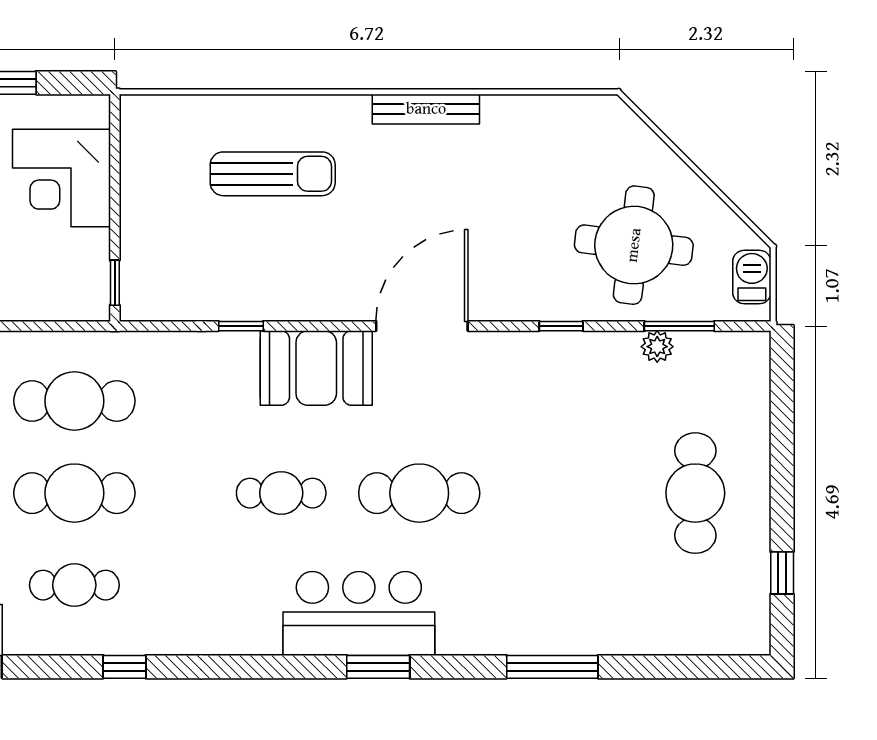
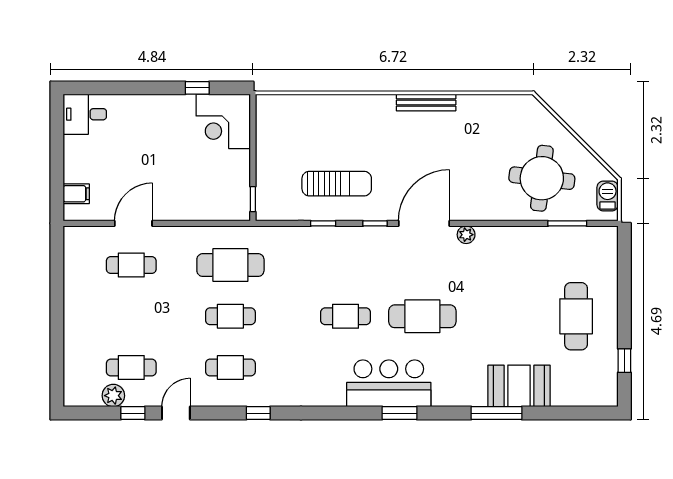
sun lounger: (273, 174) -> (337, 184), moved
corner desk: (61, 178) -> (223, 121), moved
window: (561, 326) -> (375, 223), moved
plant: (657, 347) -> (466, 235), moved
booth: (316, 368) -> (519, 386), moved
cafe table: (74, 493) -> (230, 316), width x0.73, depth x0.74

